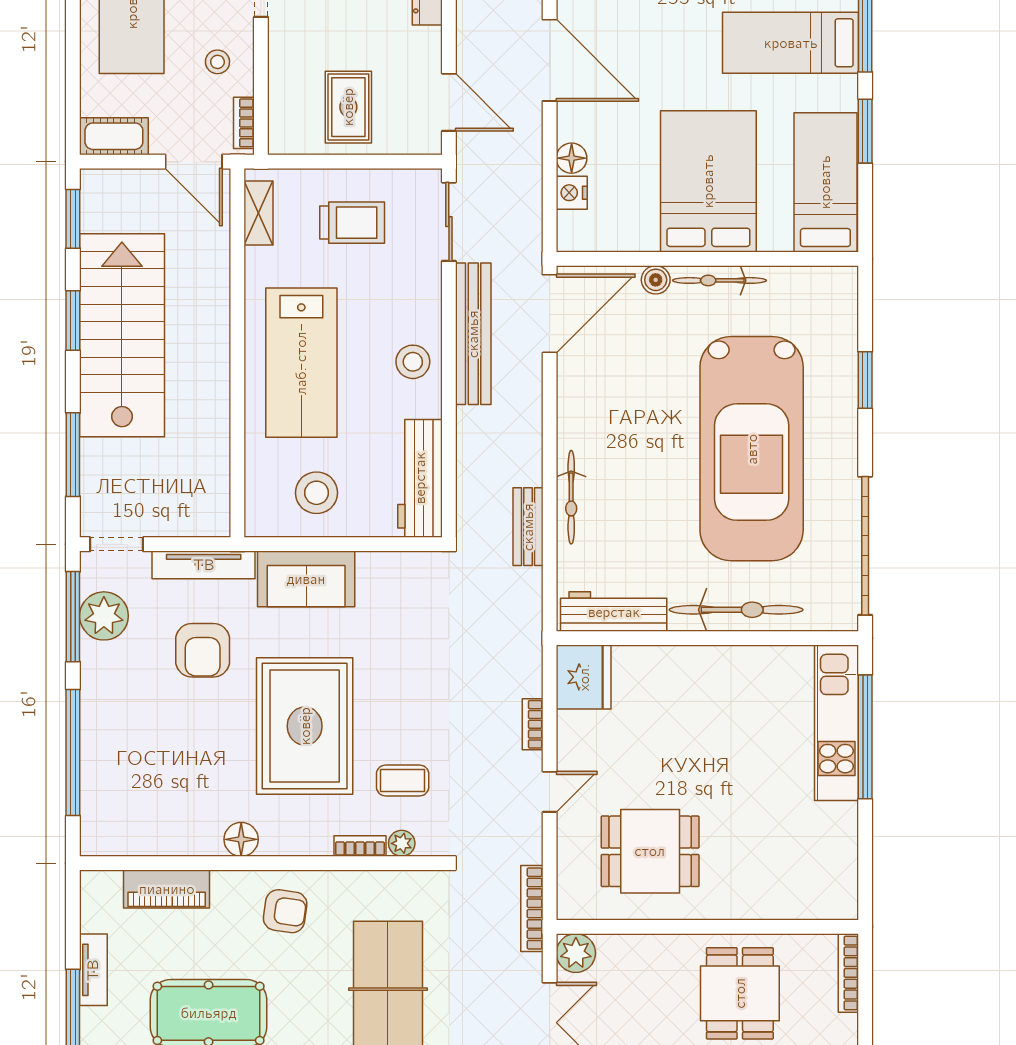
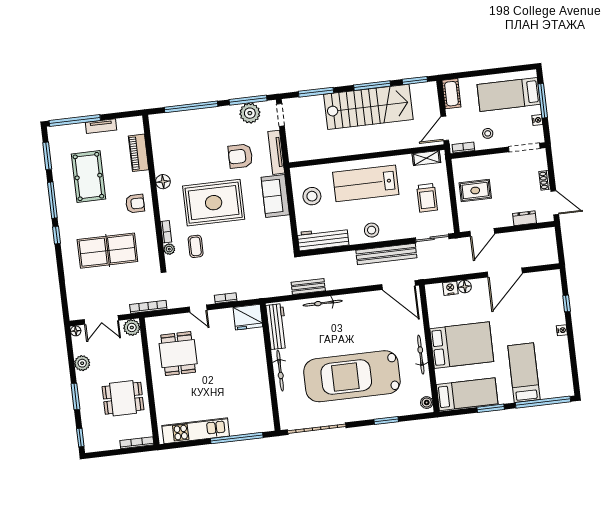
boiler: (656, 280) -> (427, 403), moved
window: (73, 320) -> (372, 86), width x1.44
bicycle: (736, 610) -> (280, 371), width x0.73, depth x0.71
kitchen unit: (836, 723) -> (196, 431), moved
armchair: (285, 911) -> (135, 204), turned -98

